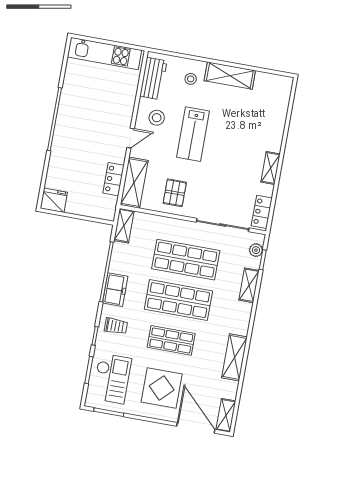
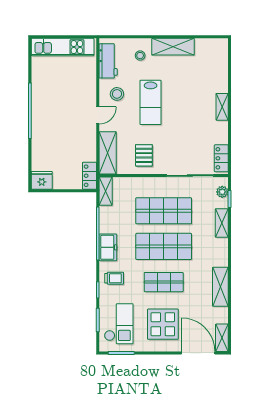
shelving: (271, 168) -> (222, 107), moved
locker: (113, 179) -> (90, 176), moved

